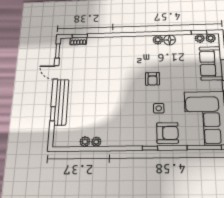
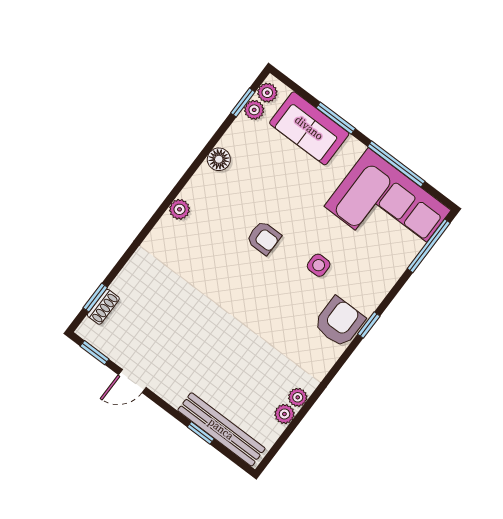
plant: (158, 40) -> (179, 209), moved
bench: (61, 102) -> (221, 429), moved
armchair: (167, 133) -> (339, 322), moved

